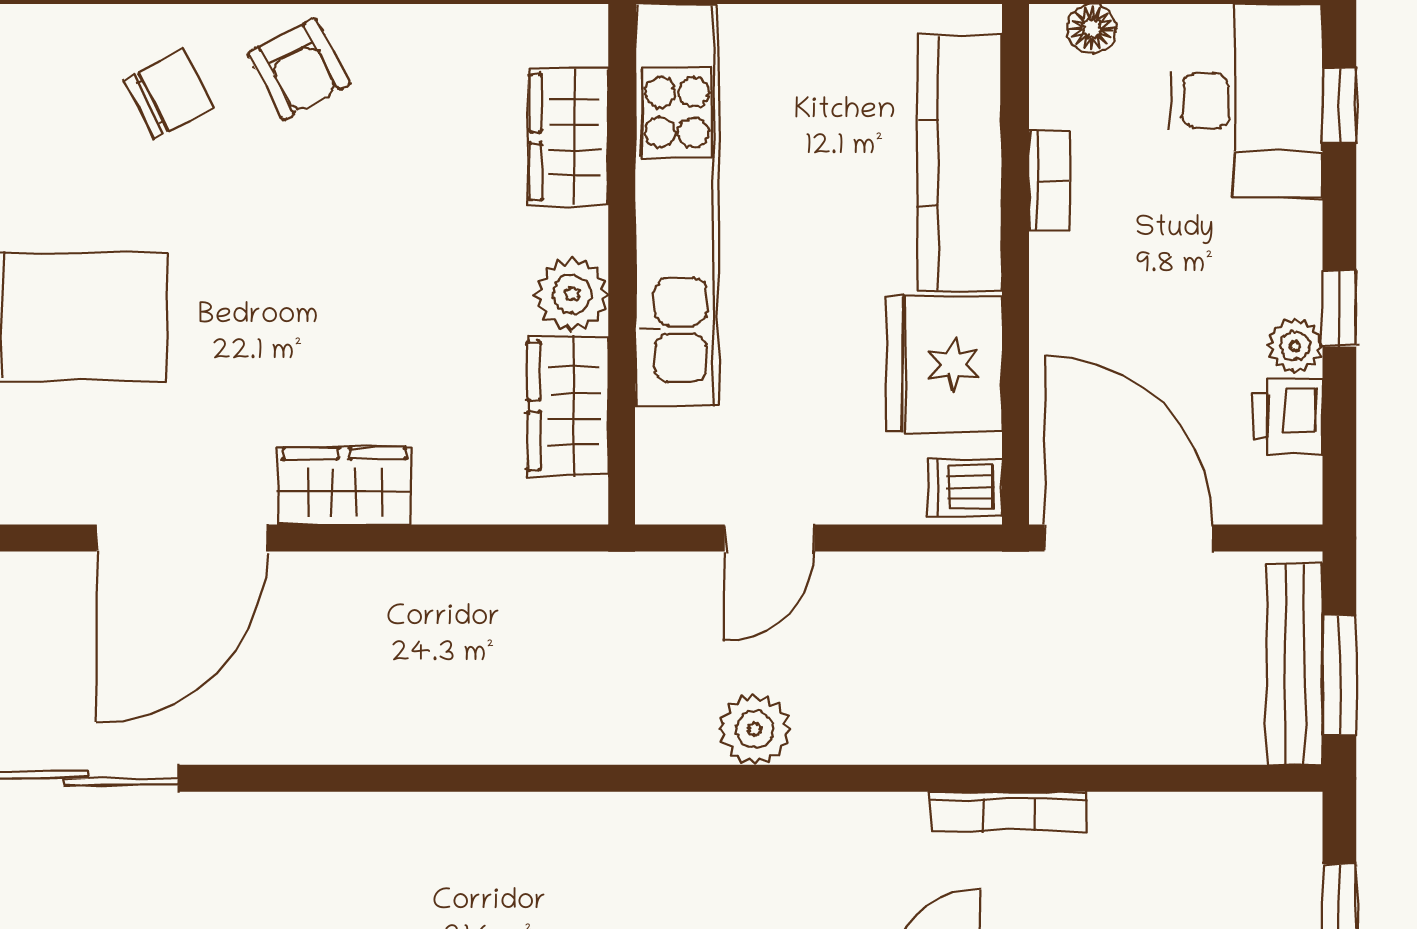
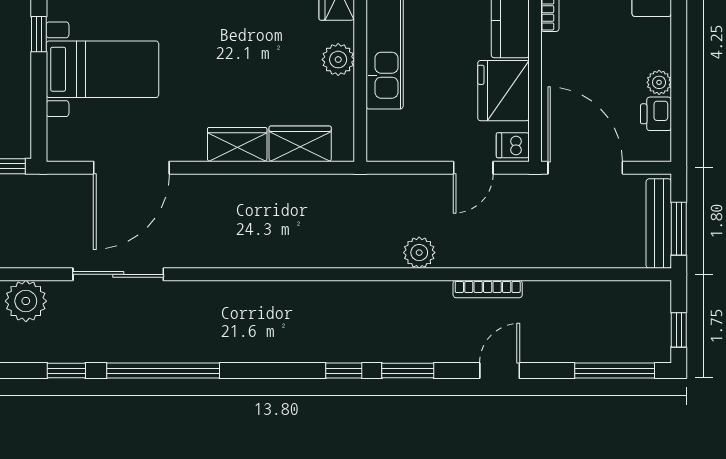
window: (1339, 308) -> (679, 66), removed
wardrobe: (568, 406) -> (300, 144), moved, turned 90
door: (182, 538) -> (131, 168), moved
door: (770, 538) -> (473, 168), moved
bookcase: (1008, 812) -> (488, 289), moved

